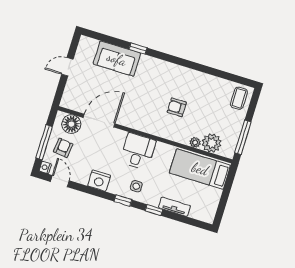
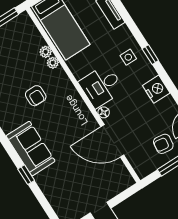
sofa: (117, 59) -> (31, 149), moved
floor lamp: (71, 124) -> (104, 112), moved, width x0.53, depth x0.53
plant: (212, 143) -> (53, 63), moved, width x0.53, depth x0.53
window: (154, 210) -> (131, 24), removed

